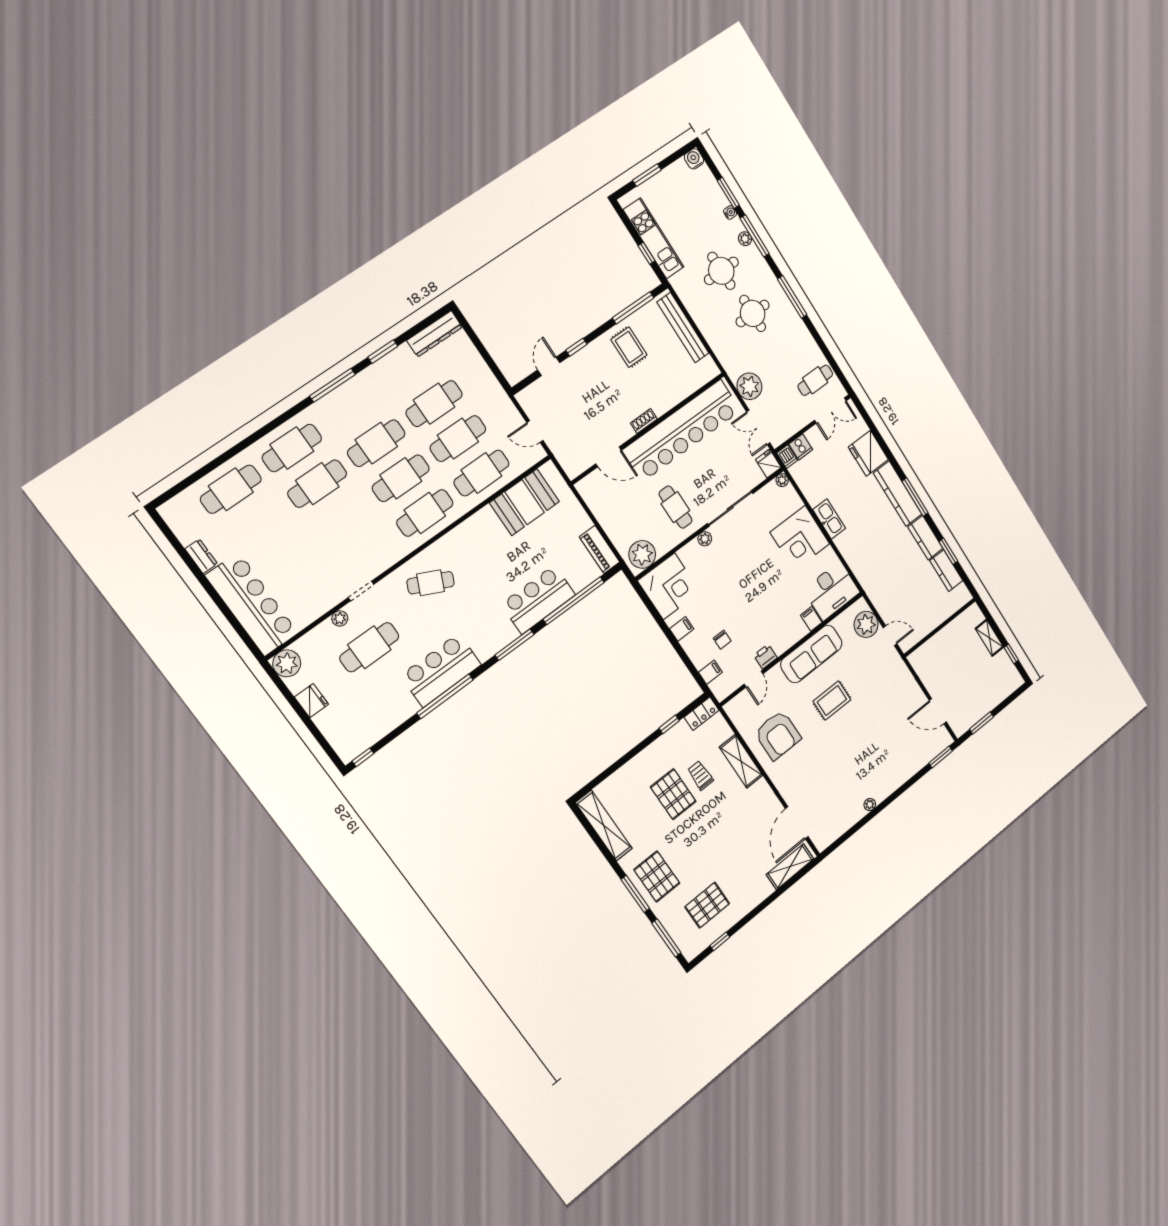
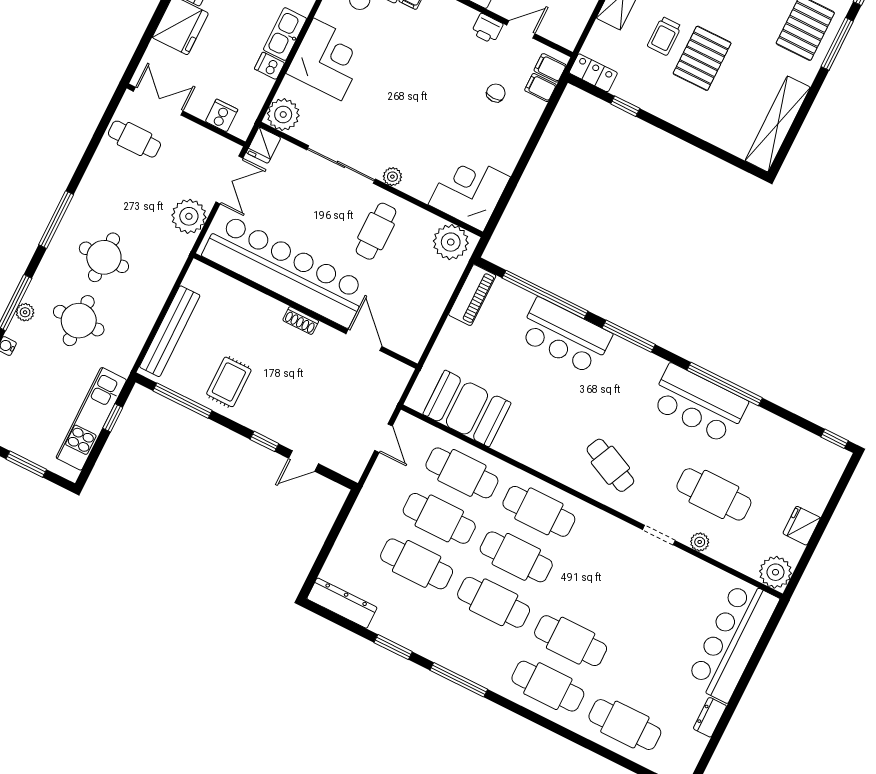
dishwasher: (787, 457) -> (269, 66), moved, turned -90
plant: (782, 480) -> (283, 115), width x1.87, depth x1.87
filing cabinet: (682, 629) -> (550, 68), moved

